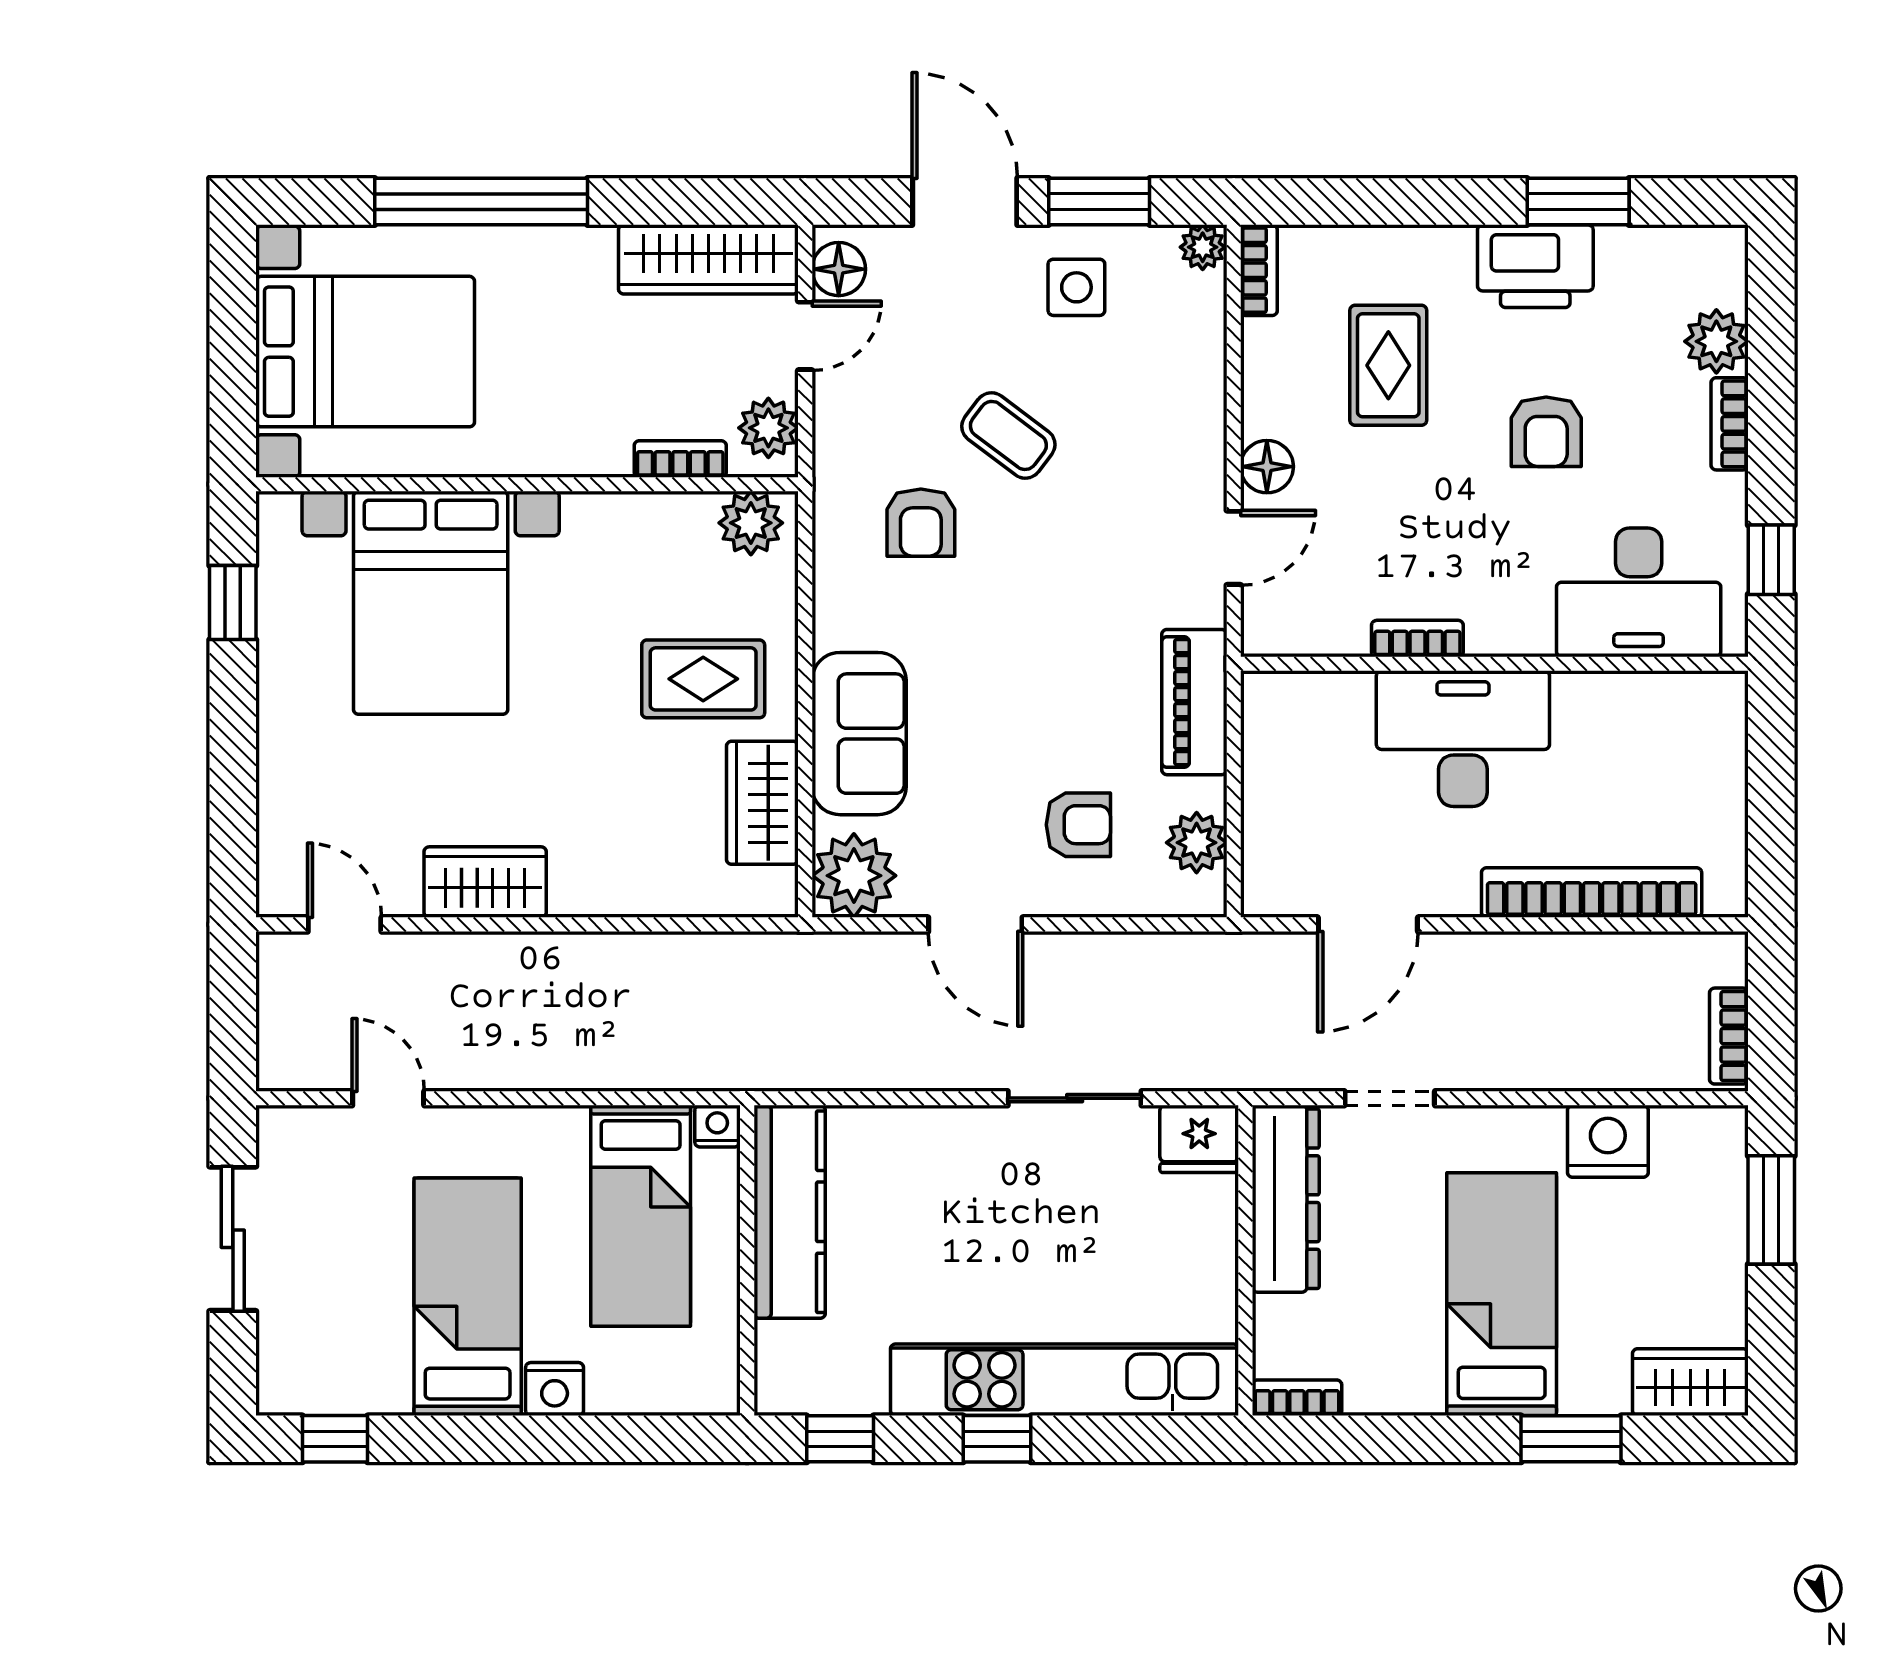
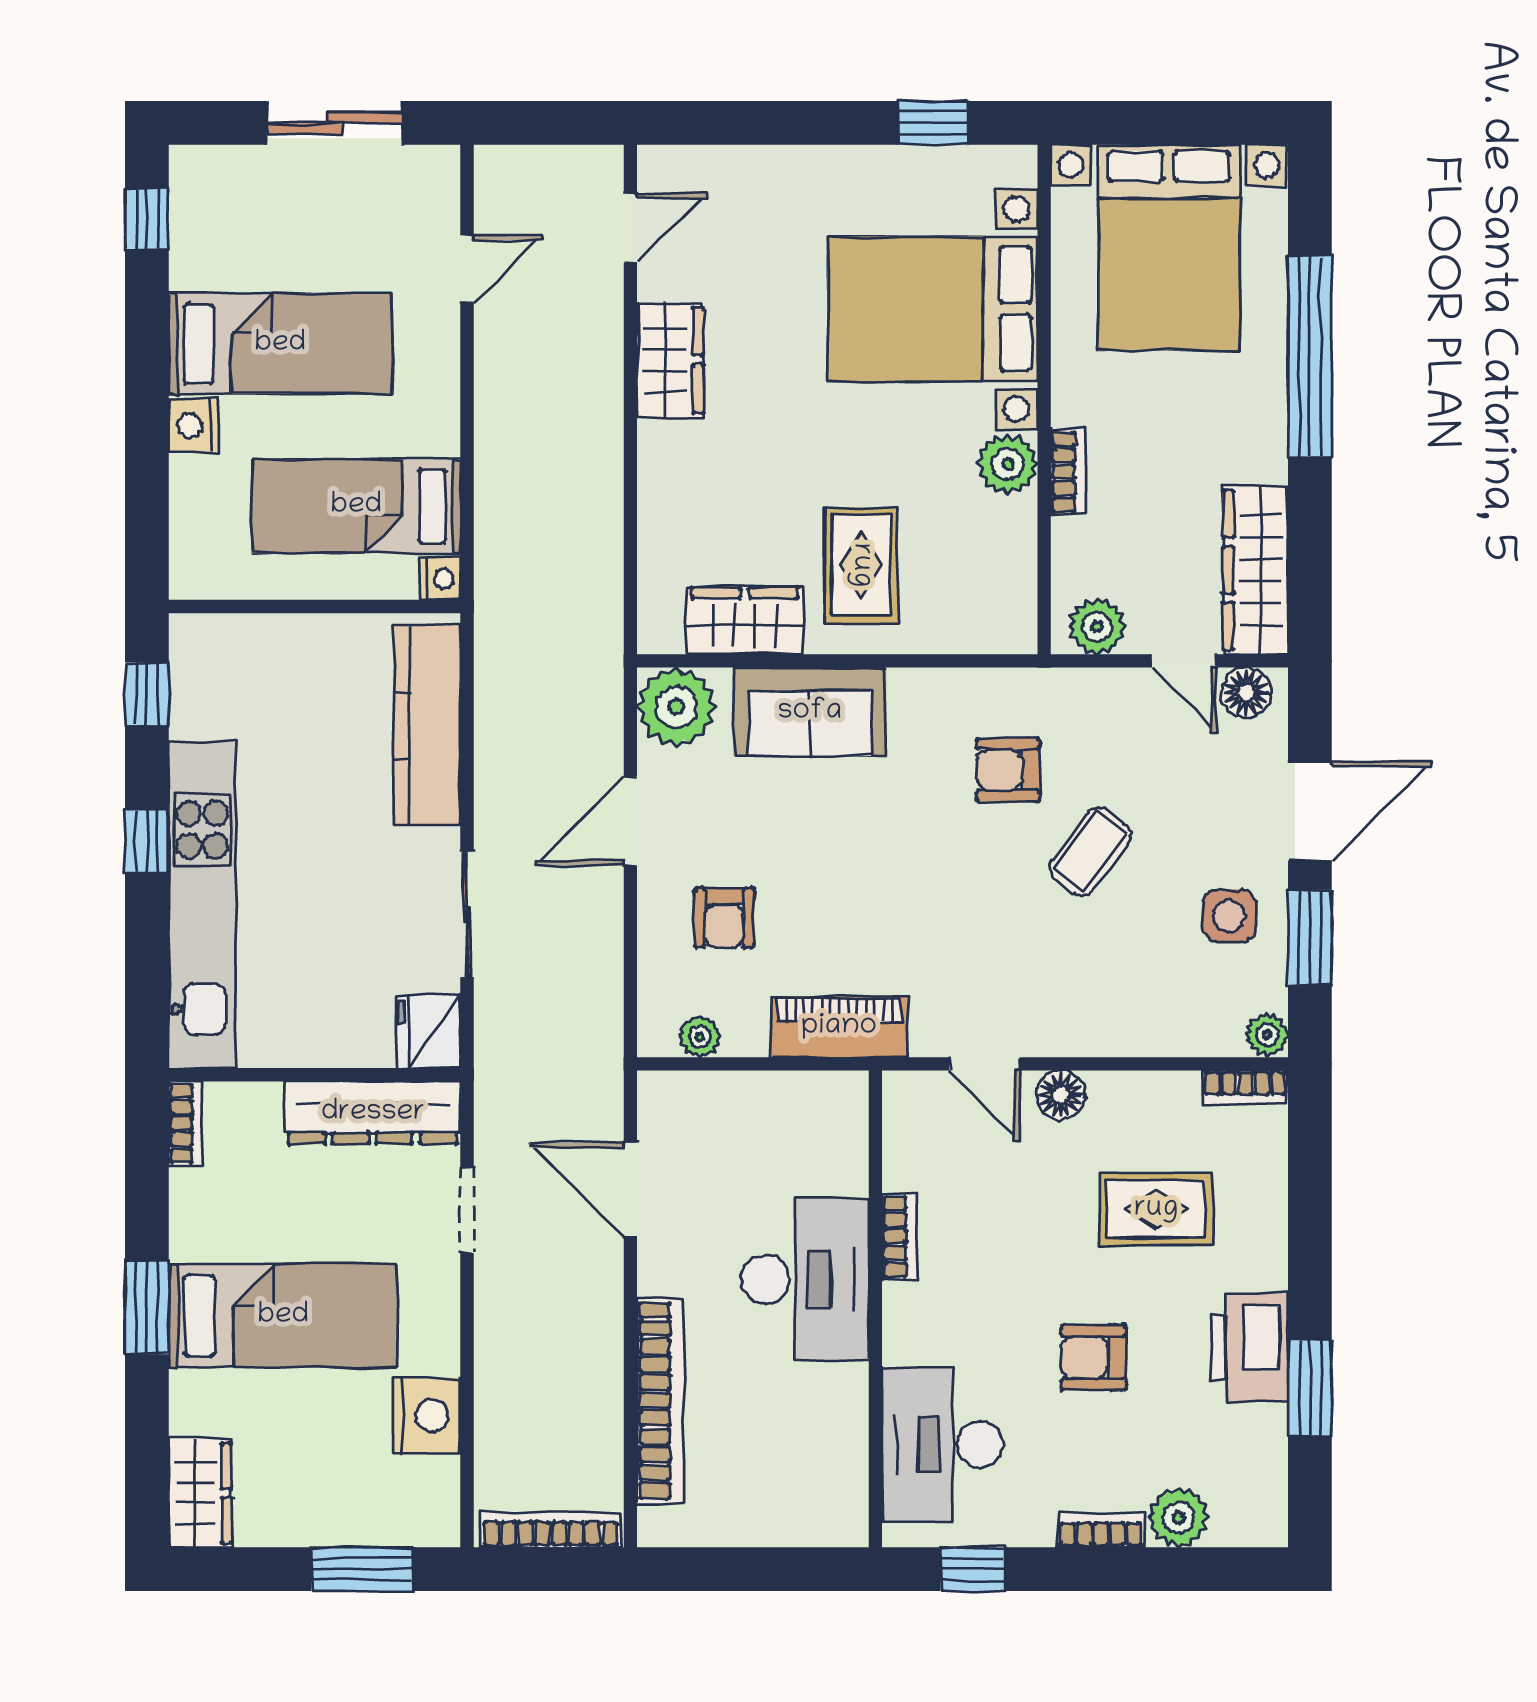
bookcase: (680, 459) -> (1068, 472), moved
plant: (751, 523) -> (1008, 464), moved
plant: (1197, 843) -> (700, 1037), width x0.73, depth x0.73
bookcase: (1729, 1036) -> (551, 1529), width x1.56
kitchen counter: (790, 1212) -> (427, 725), moved, turned 90
window: (1571, 1439) -> (147, 1307), moved

